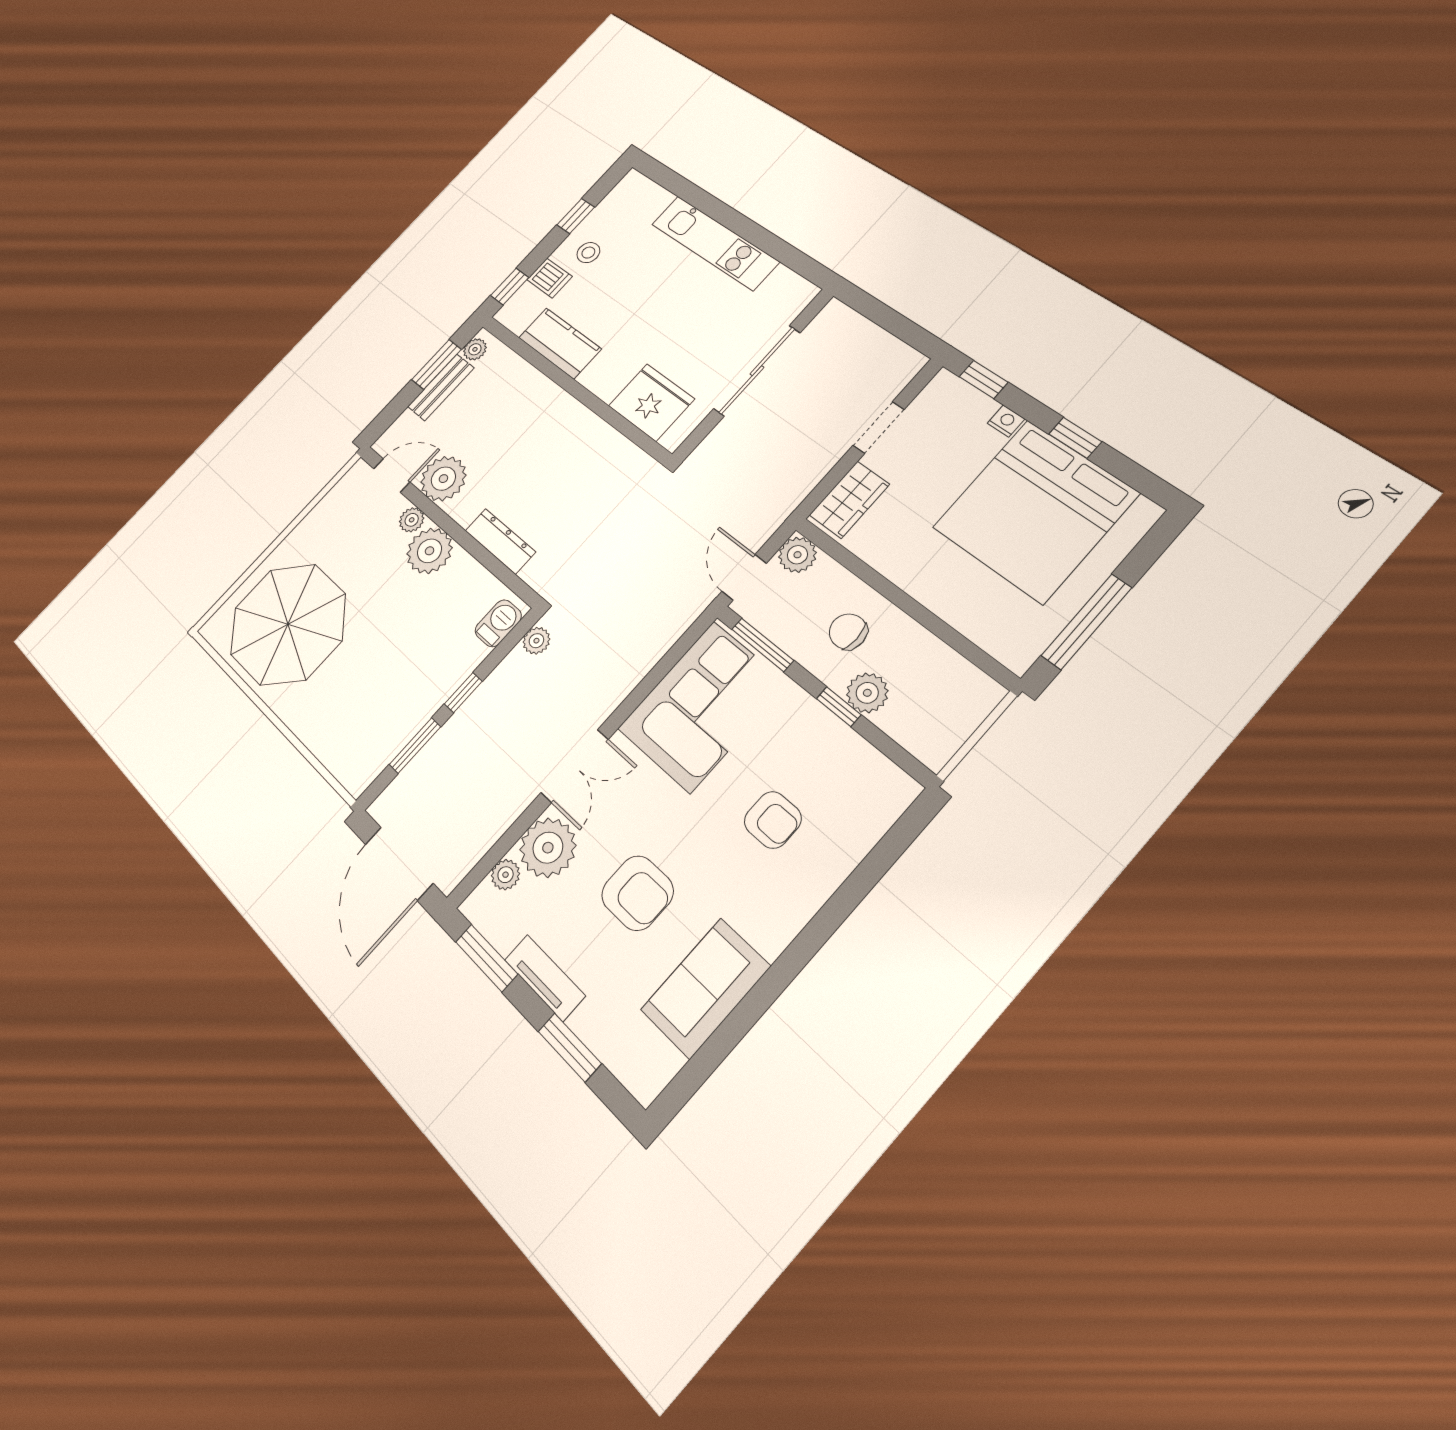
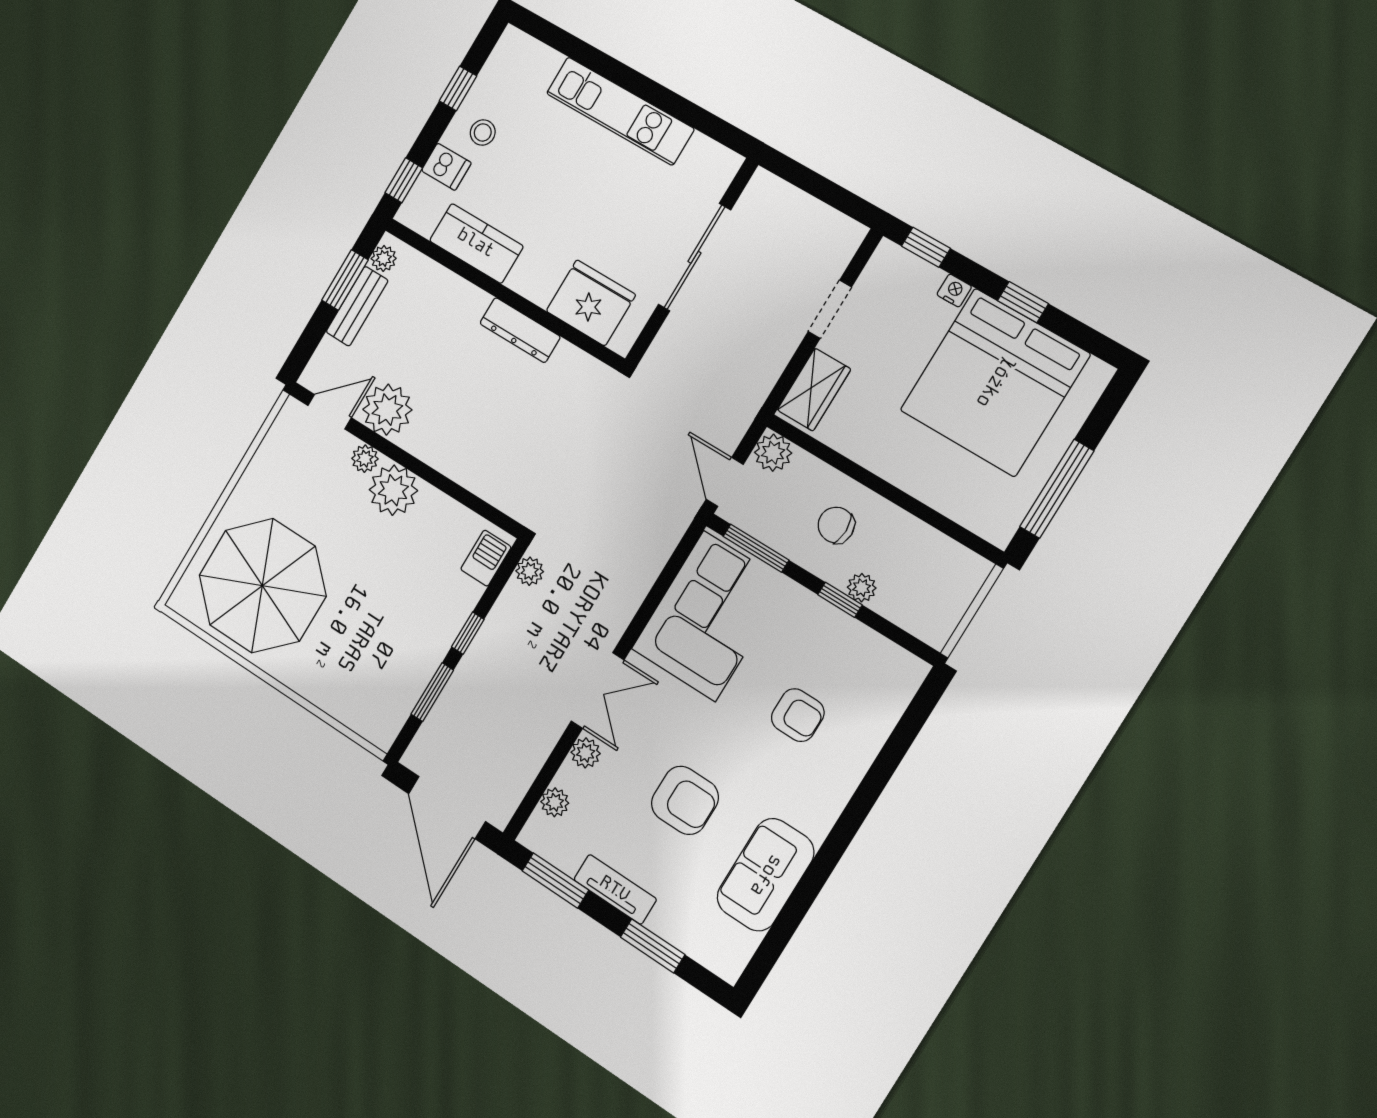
dresser: (500, 541) -> (520, 330), moved, turned 180
plant: (867, 693) -> (862, 588), width x0.73, depth x0.73
plant: (548, 848) -> (586, 753), width x0.53, depth x0.53

